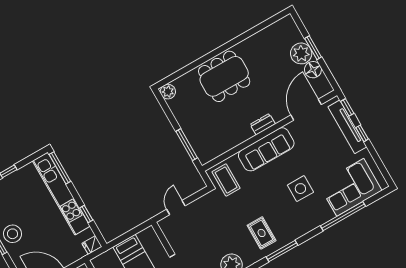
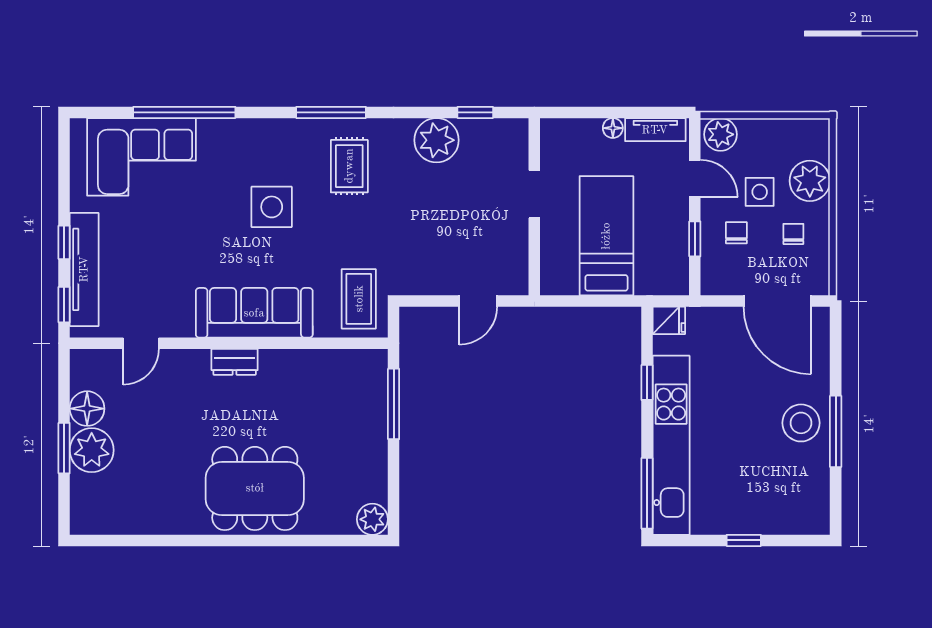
door: (306, 110) -> (141, 343), width x0.53
side table: (300, 189) -> (272, 207), moved

